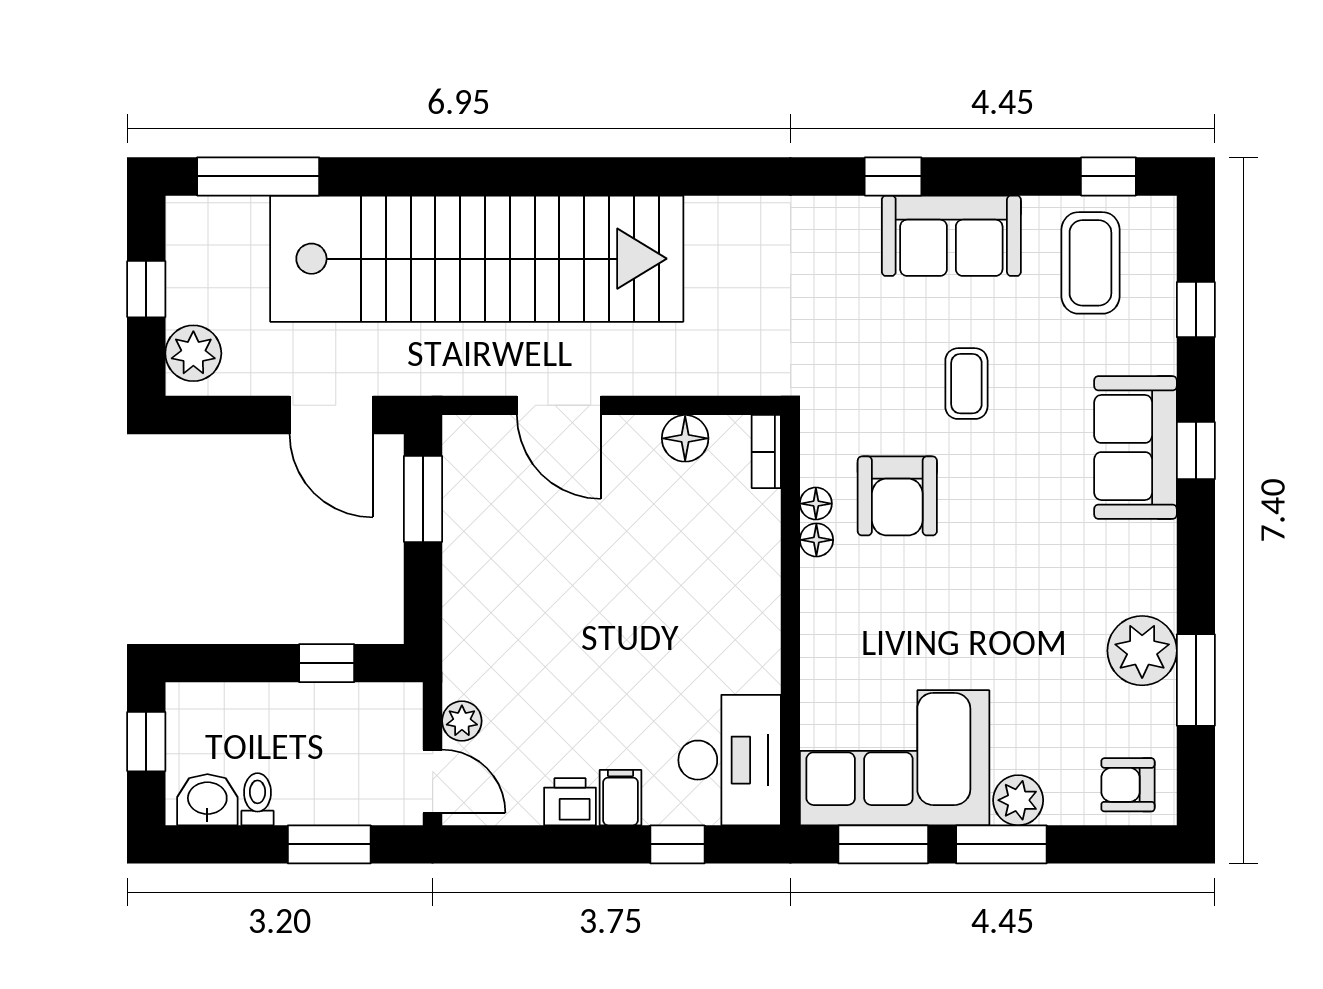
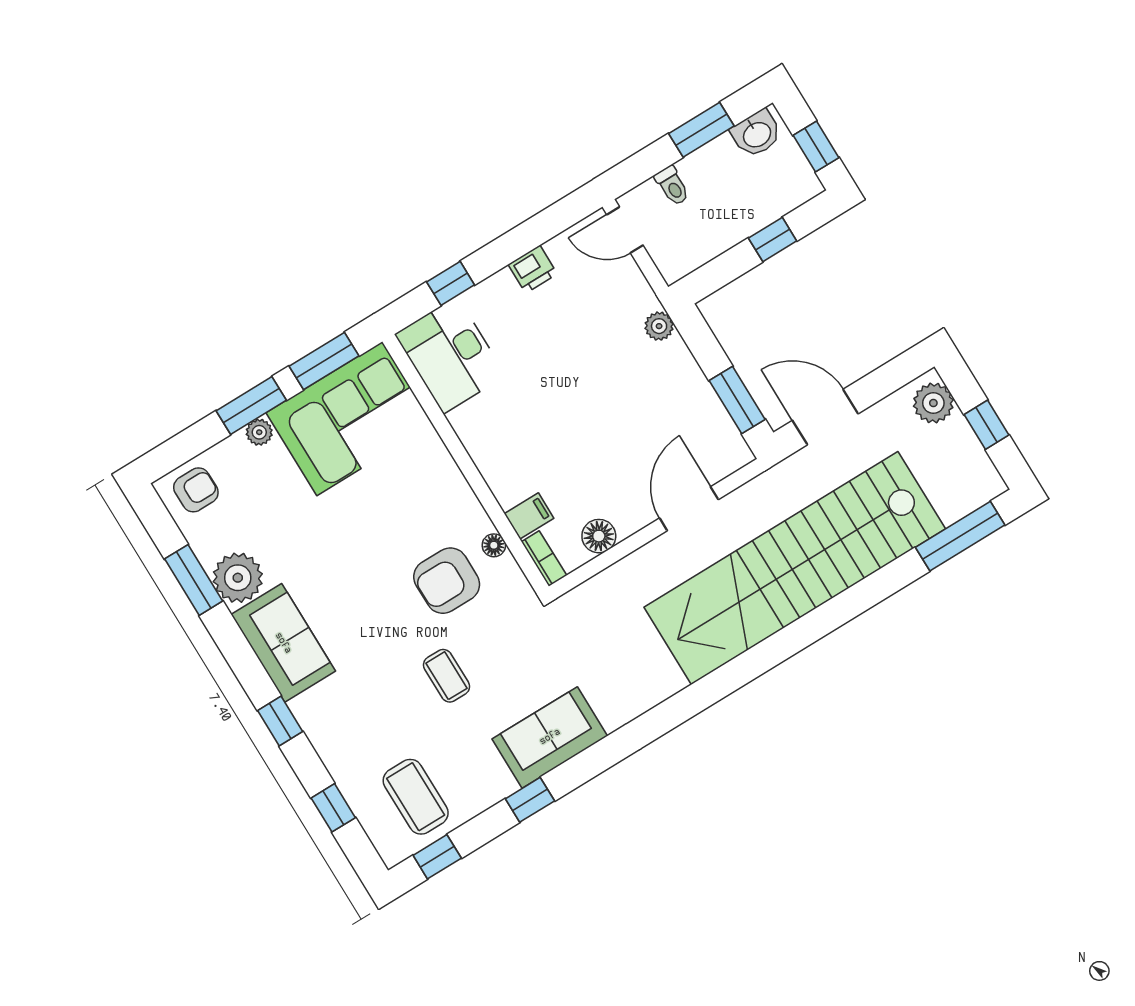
window: (893, 176) -> (530, 800), moved
sofa: (951, 236) -> (550, 737), moved
door: (559, 405) -> (689, 509), hinge flipped
sofa: (1136, 447) -> (283, 643), moved
armchair: (897, 496) -> (447, 581), turned -90
floor lamp: (816, 540) -> (480, 523), removed
window: (327, 663) -> (773, 239), moved
plant: (462, 721) -> (659, 326), moved
filing cabinet: (621, 798) -> (529, 516), moved, turned -90
toilet: (257, 799) -> (672, 186), moved
plant: (1018, 800) -> (259, 432), width x0.73, depth x0.73
window: (329, 844) -> (701, 130), moved

